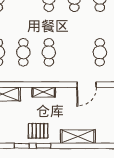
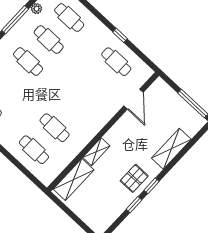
cafe table: (49, 52) -> (75, 106), removed
shelving: (44, 92) -> (96, 152), moved

